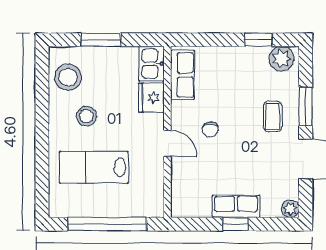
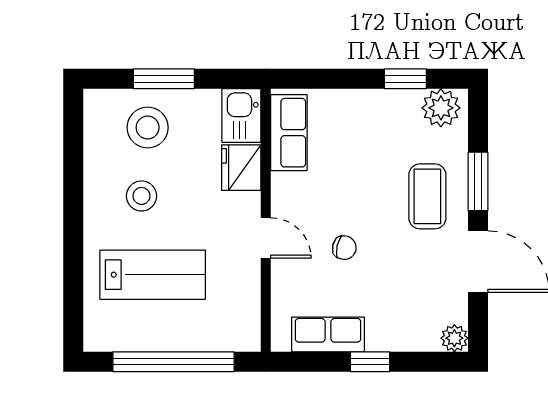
stool: (68, 77) -> (148, 128), moved
coffee table: (273, 116) -> (427, 196), width x1.36, depth x1.30
chair: (210, 129) -> (344, 248), moved, turned -78
lab bench: (94, 167) -> (153, 275), turned 180
row of seats: (236, 206) -> (328, 334), moved

